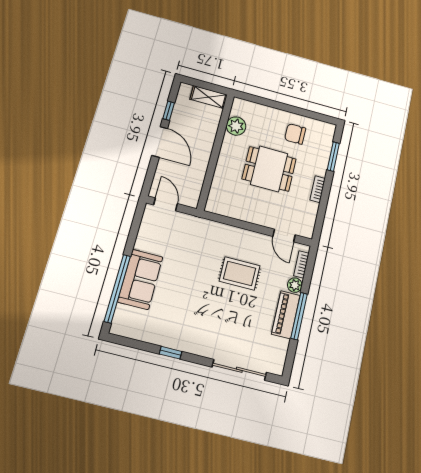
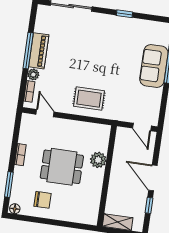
plant: (236, 126) -> (98, 160), moved
floor lamp: (328, 128) -> (15, 209), added
rug: (240, 273) -> (89, 99), moved

